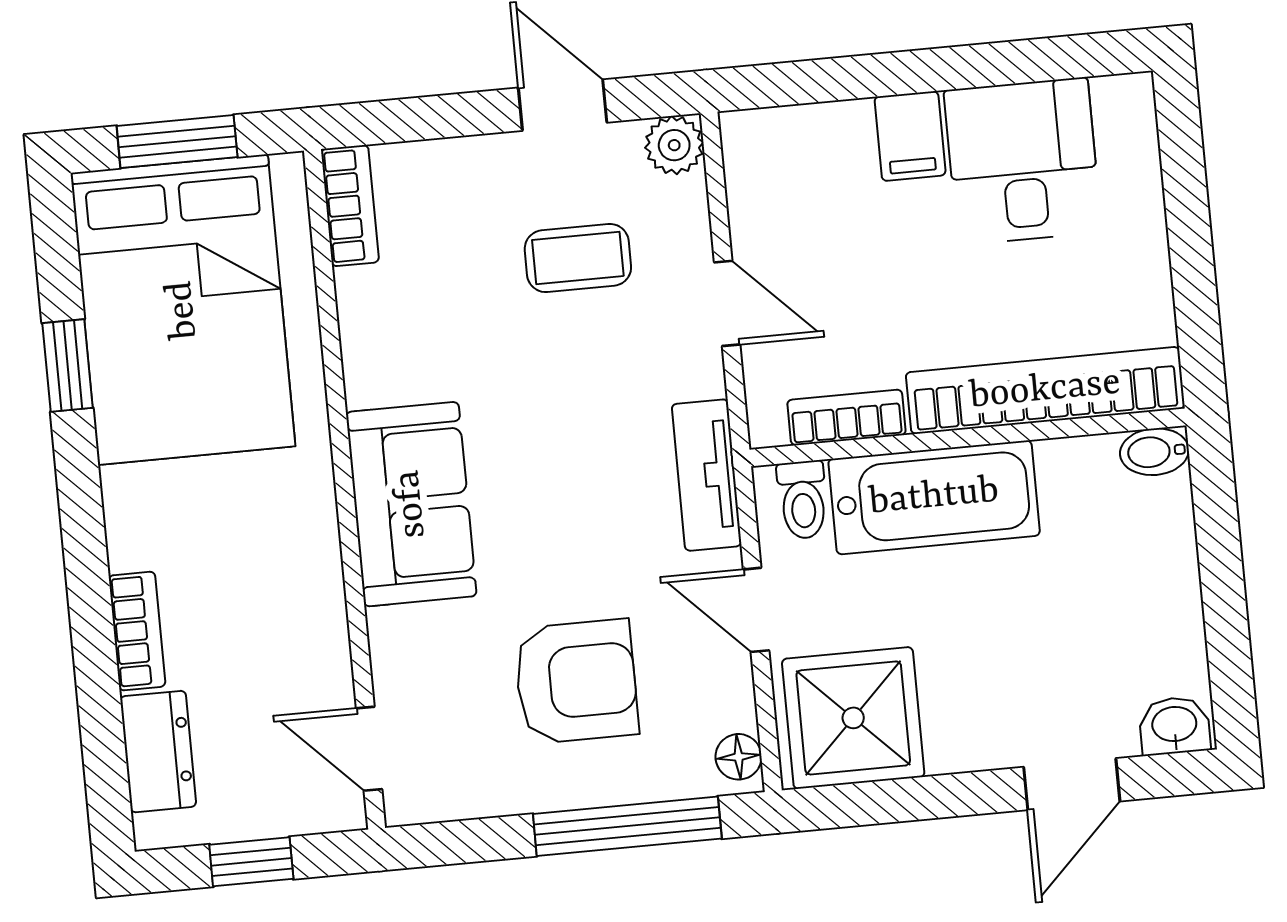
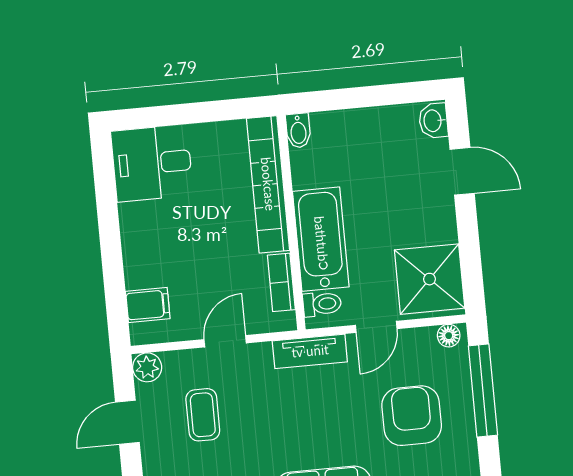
filing cabinet: (910, 136) -> (148, 305), moved
desk: (1023, 161) -> (152, 163), moved

